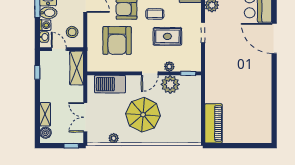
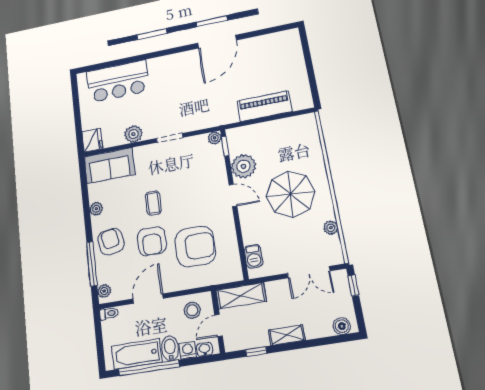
rug: (167, 36) -> (181, 182), removed
door: (274, 38) -> (217, 42), moved
plant: (169, 67) -> (215, 138), moved
barbecue: (110, 84) -> (253, 256), width x0.53, depth x0.65
shelving: (45, 114) -> (287, 335), moved
piano: (213, 123) -> (264, 106), moved

